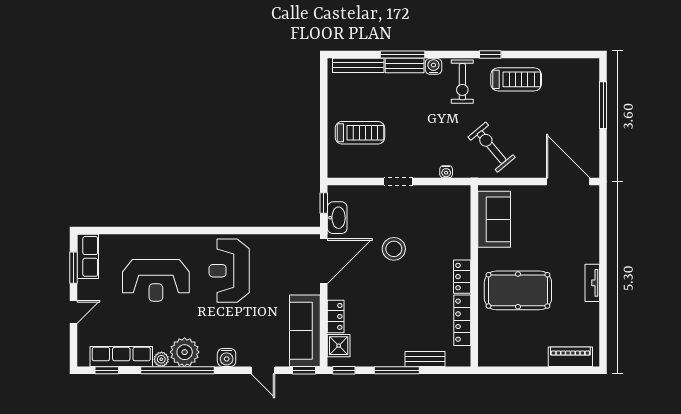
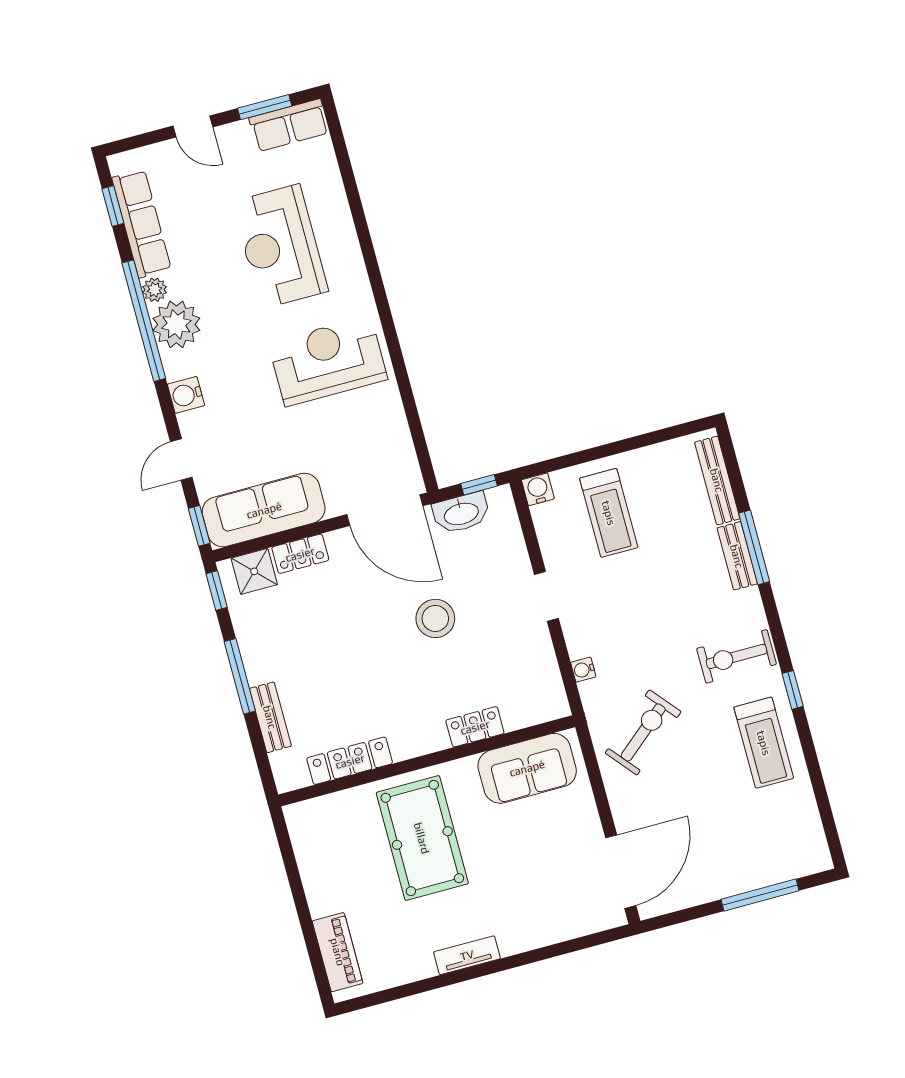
water cooler: (433, 66) -> (538, 489), moved, turned -90
locker: (462, 277) -> (475, 727), moved

